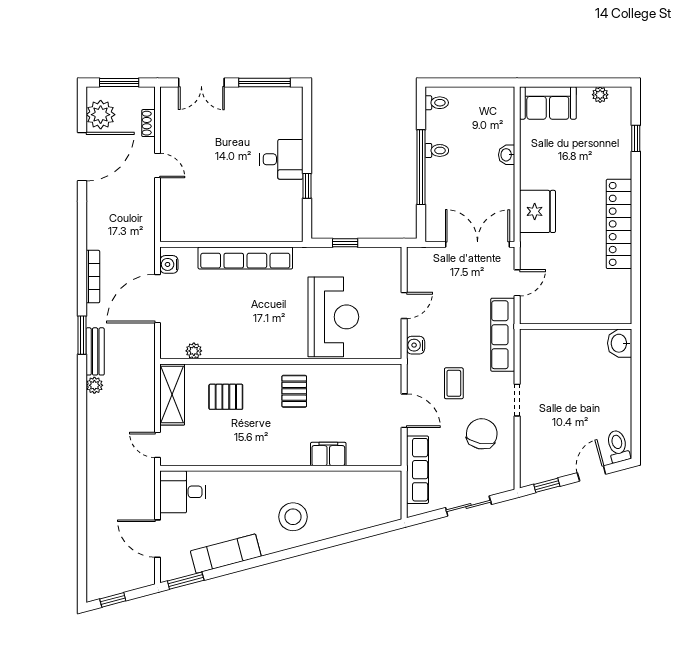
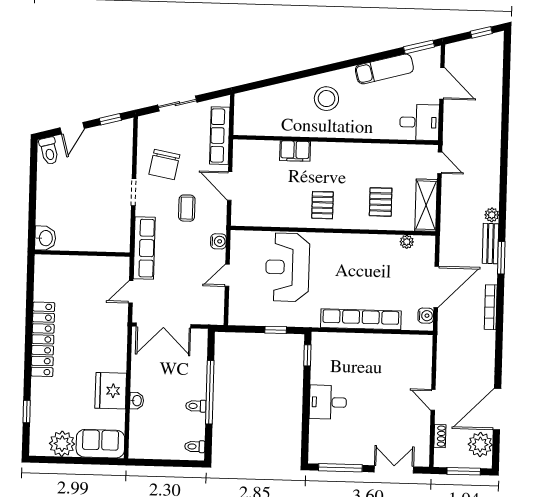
plant: (600, 95) -> (62, 444), width x1.88, depth x1.88
window: (307, 186) -> (307, 355), moved
fridge: (537, 211) -> (111, 391), moved
pallet: (226, 397) -> (381, 202), turned 90

